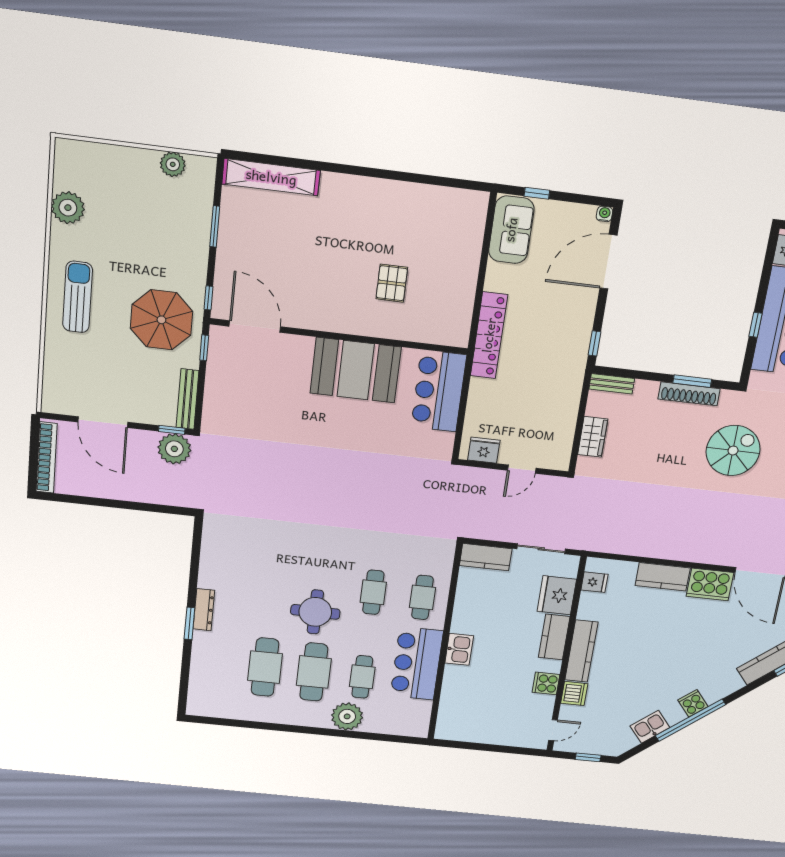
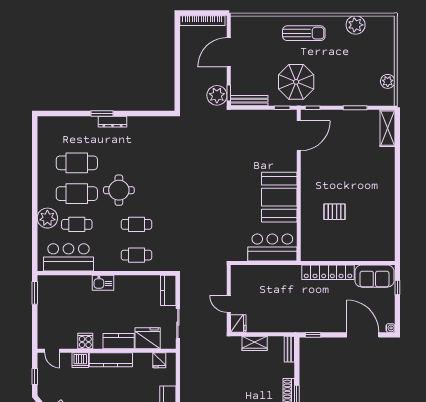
shelving: (271, 177) -> (387, 128), width x0.68
locker: (489, 335) -> (328, 272), moved
fridge: (484, 450) -> (238, 323), moved
bar counter: (417, 663) -> (68, 257), moved
window: (461, 745) -> (35, 293), added

